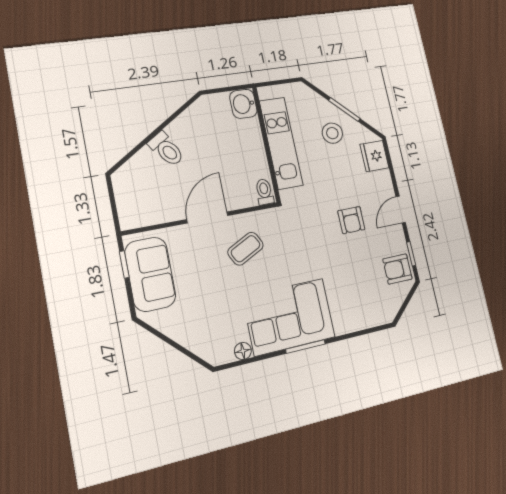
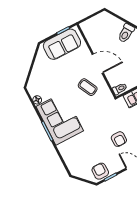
armchair: (351, 220) -> (119, 139), turned -90

